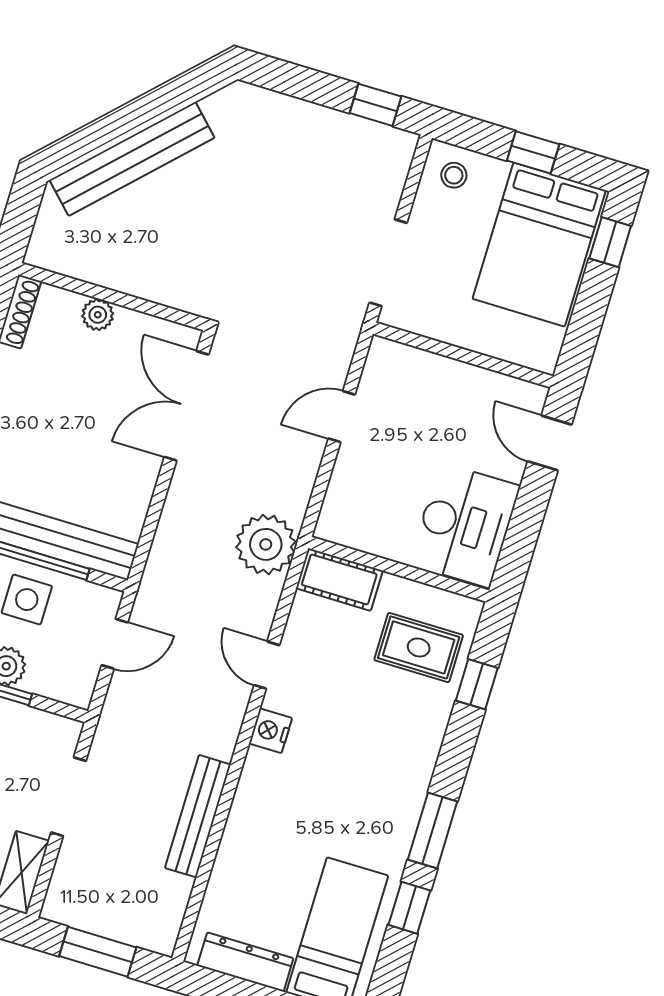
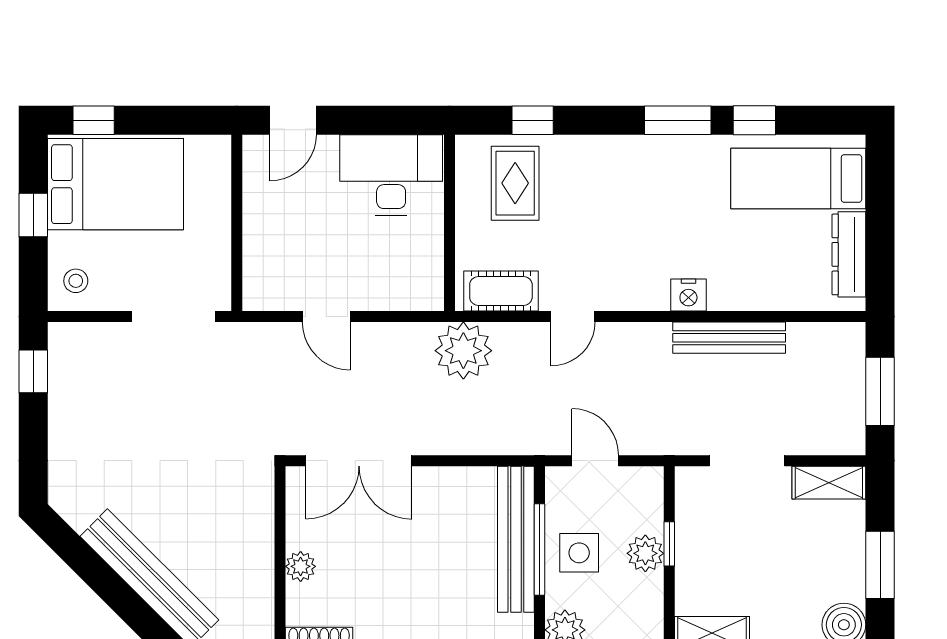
cot: (339, 579) -> (501, 291), moved, turned 90
nightstand: (271, 731) -> (688, 295), moved

